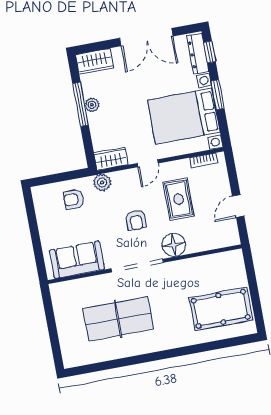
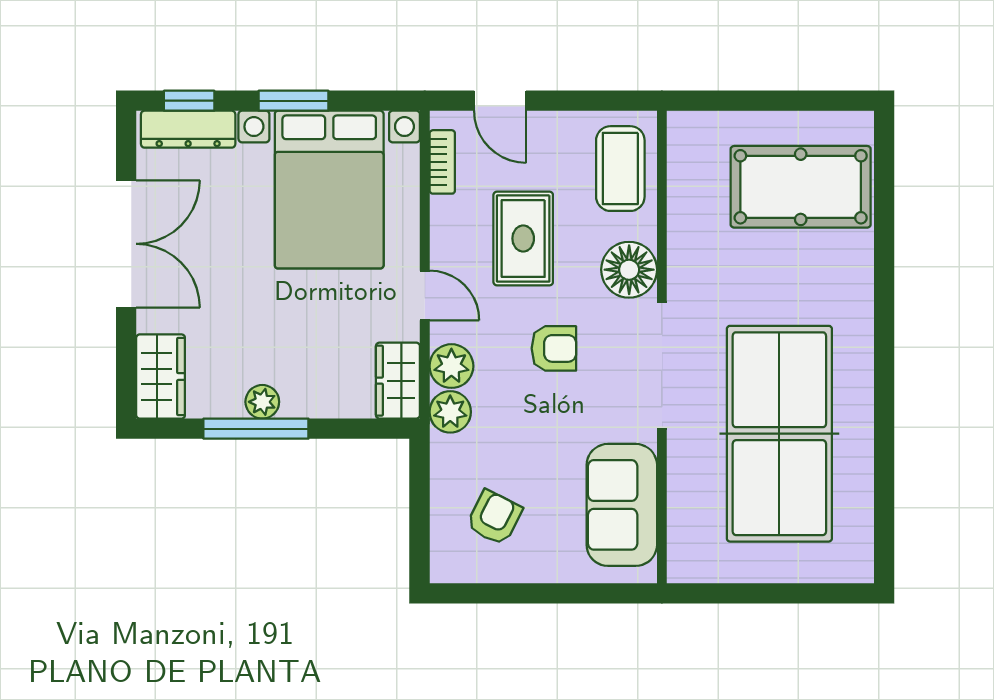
plant: (121, 180) -> (451, 366), added
armchair: (74, 199) -> (494, 518), moved, turned -153
rug: (179, 199) -> (523, 238), turned 90
door: (238, 206) -> (500, 101), moved
coffee table: (215, 234) -> (620, 169), added
pool table: (221, 309) -> (801, 187), turned 90
table tennis table: (118, 319) -> (779, 434), width x1.36, depth x1.32

